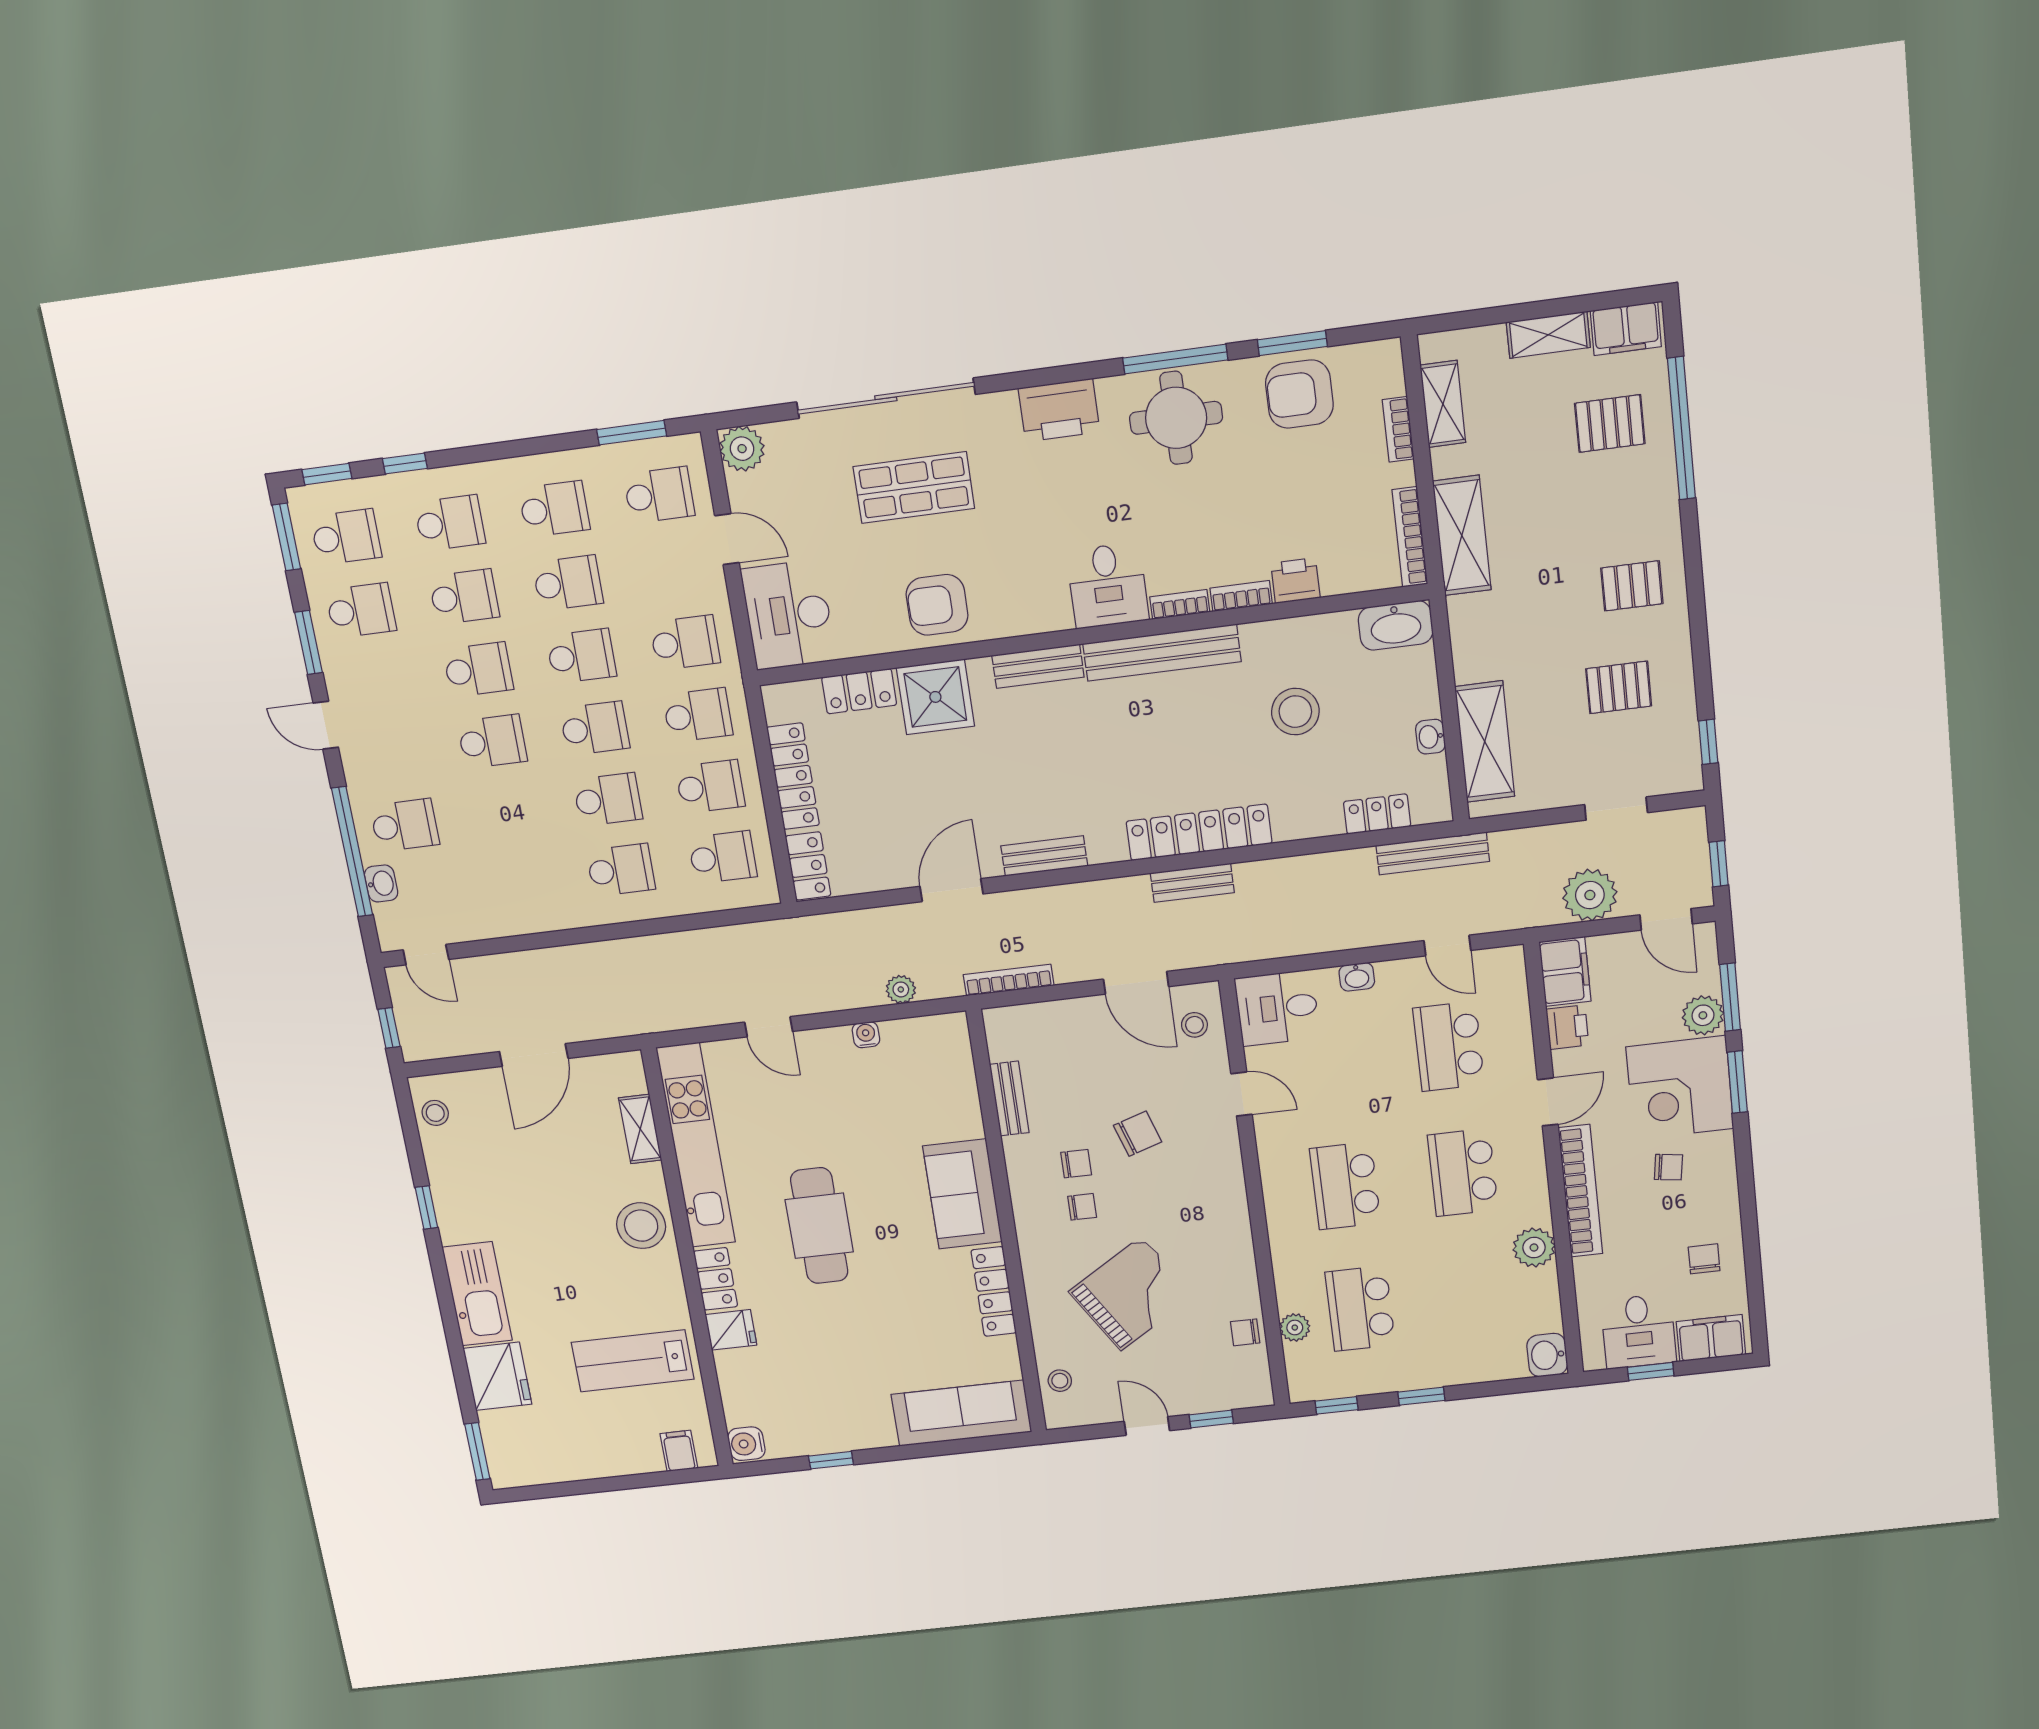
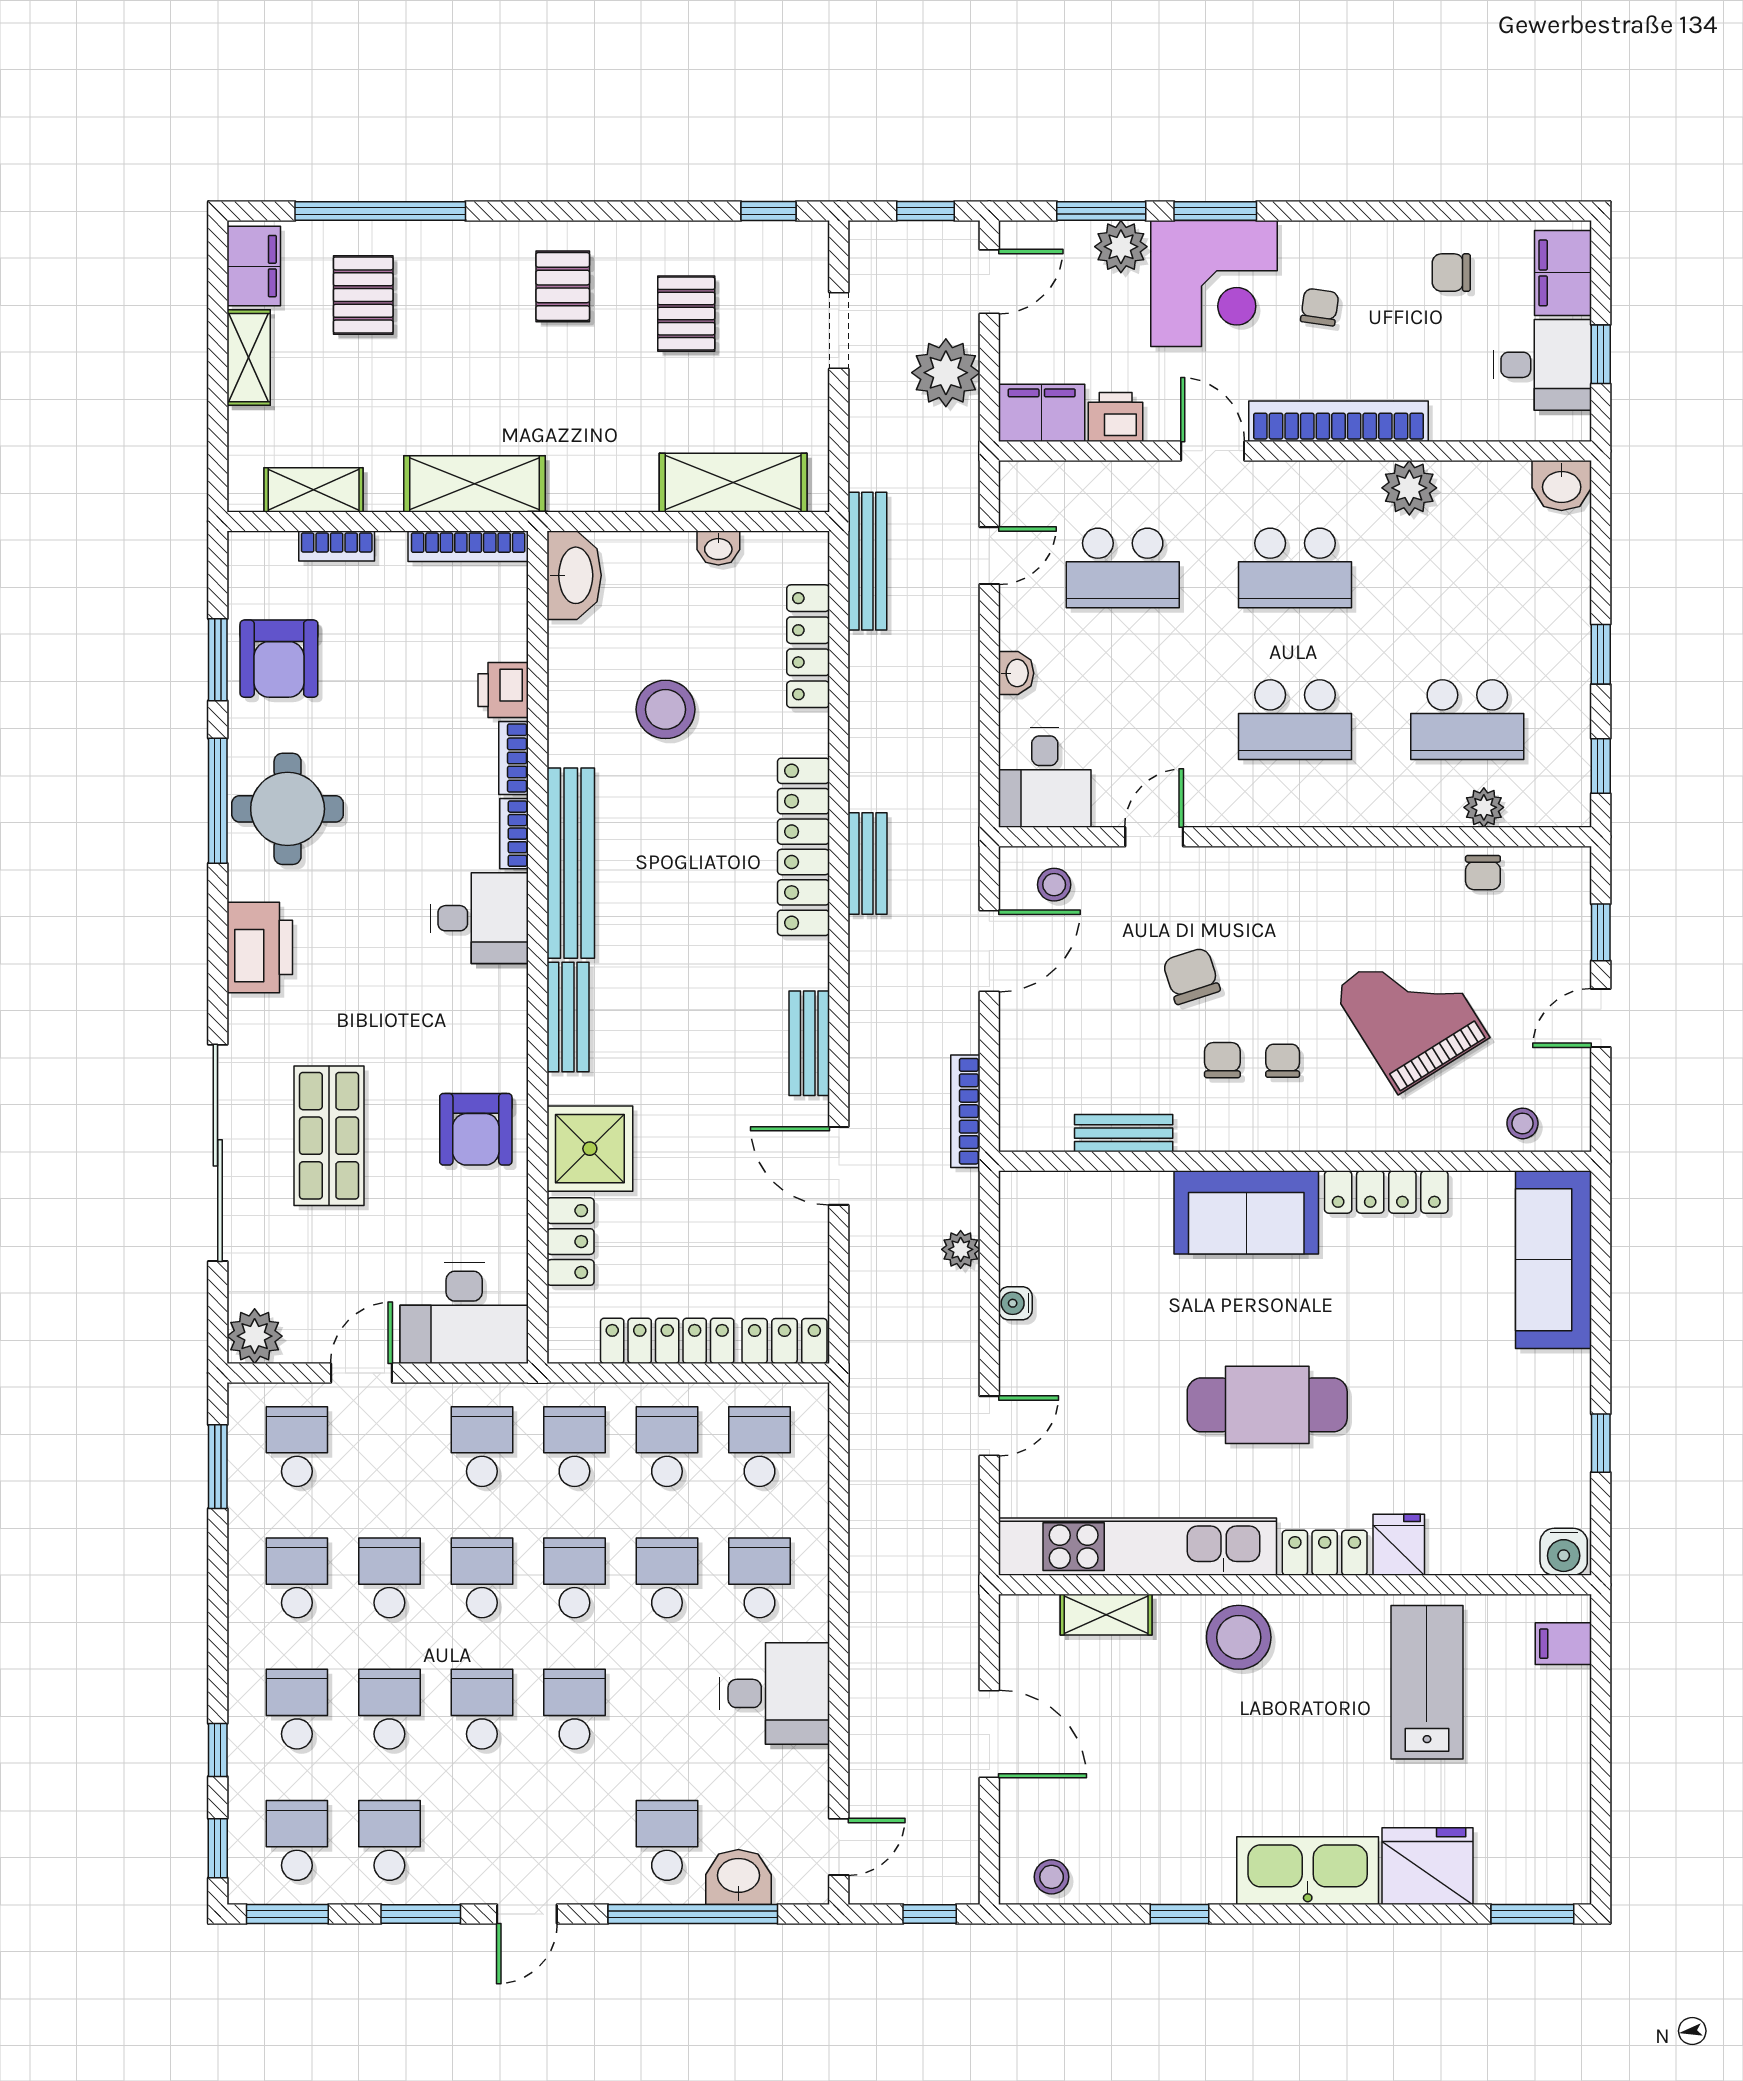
locker: (1377, 814) -> (808, 646), width x1.53
washbasin: (381, 883) -> (738, 1877), width x1.38, depth x1.45
desk: (534, 892) -> (774, 1693), added
lab bench: (633, 1361) -> (1427, 1682), turned 180

